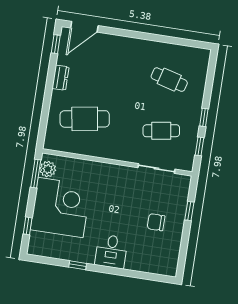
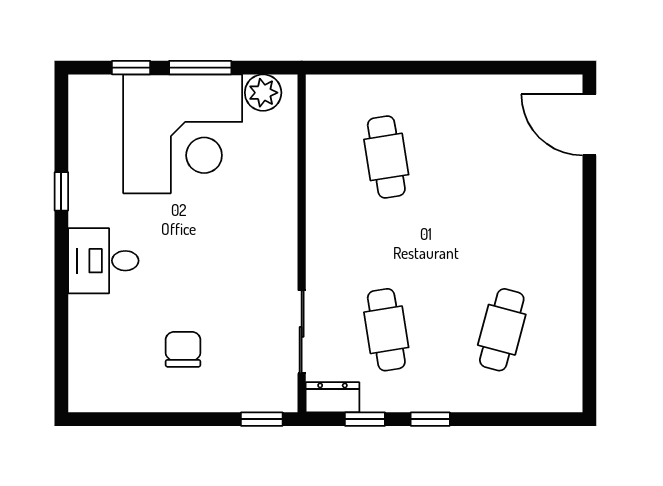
window: (56, 44) -> (541, 68), removed
dresser: (60, 78) -> (332, 397), moved, turned 180
cafe table: (85, 119) -> (386, 157), width x0.73, depth x0.74
window: (36, 174) -> (200, 68), moved
window: (189, 211) -> (262, 419), moved

